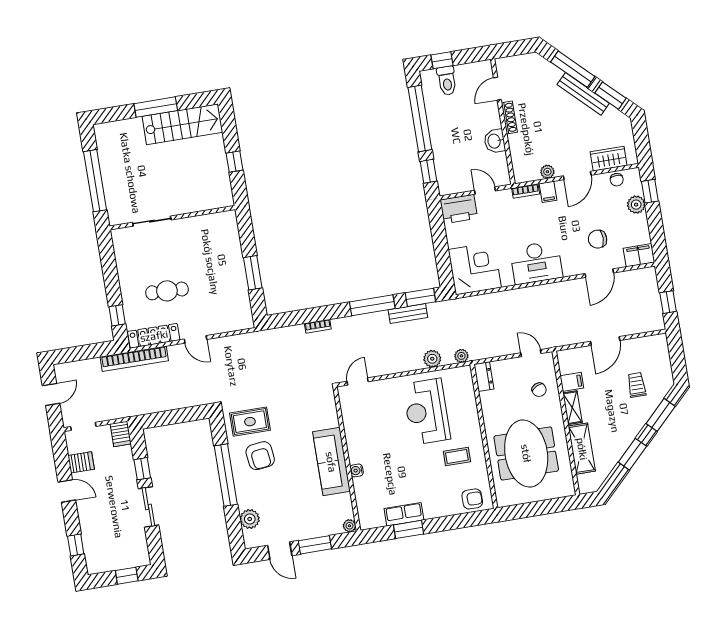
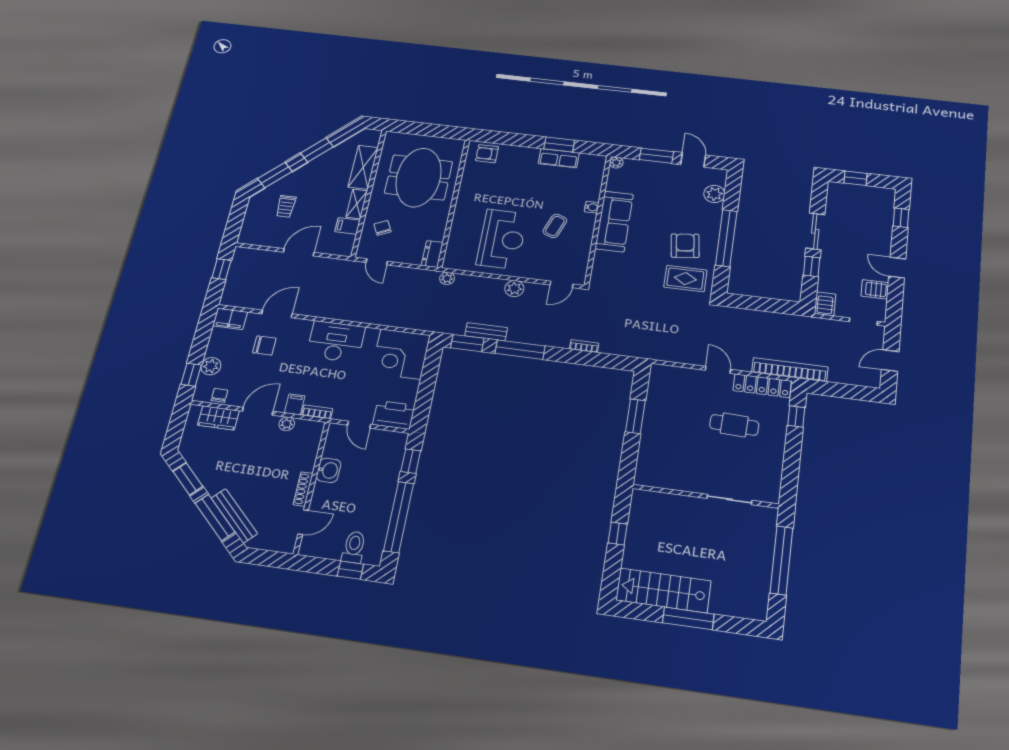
bench: (583, 94) -> (234, 516), moved
plant: (432, 359) -> (514, 289), moved
coffee table: (457, 456) -> (555, 226), moved, turned -70

